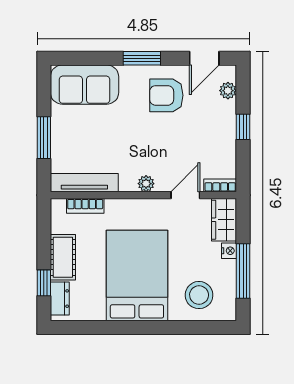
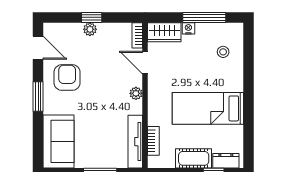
plant: (228, 91) -> (90, 29), moved
armchair: (166, 95) -> (67, 77), turned 180
bed: (137, 276) -> (208, 108), width x0.67
stool: (199, 295) -> (223, 52), width x0.53, depth x0.53

